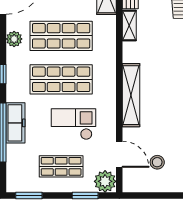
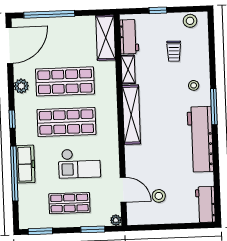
shelving: (131, 95) -> (131, 115), moved
checkout: (73, 124) -> (79, 163), turned 180
plant: (105, 181) -> (116, 220), width x0.53, depth x0.53

